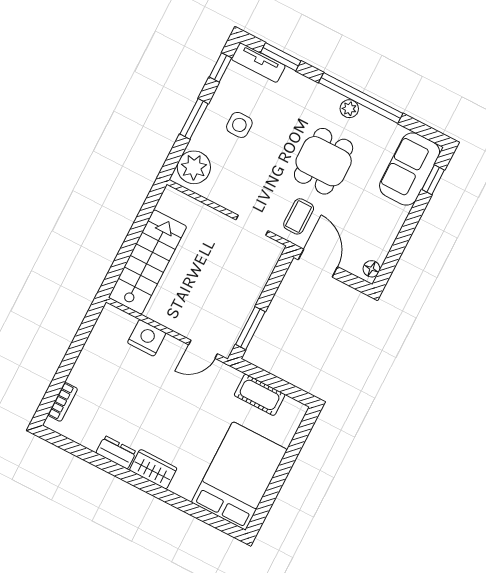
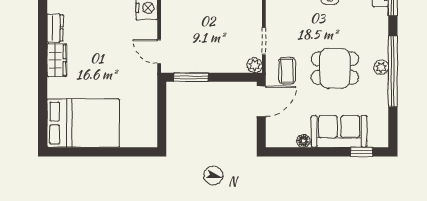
sofa: (410, 169) -> (339, 131), moved
coffee table: (299, 216) -> (287, 71), turned 90
plant: (274, 250) -> (255, 65), added
floor lamp: (372, 269) -> (303, 141), moved
cot: (260, 395) -> (147, 108), removed

